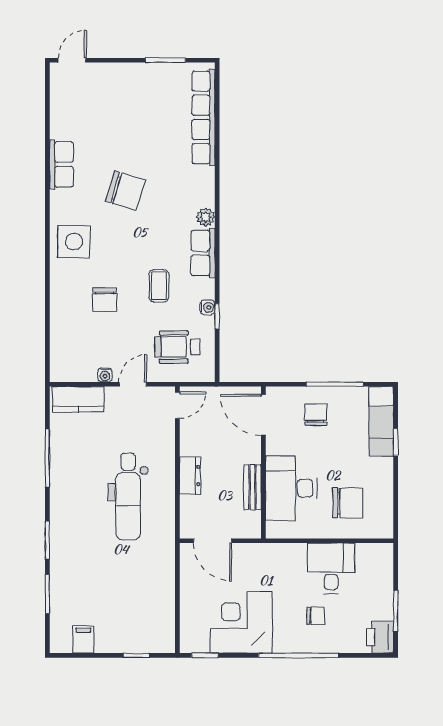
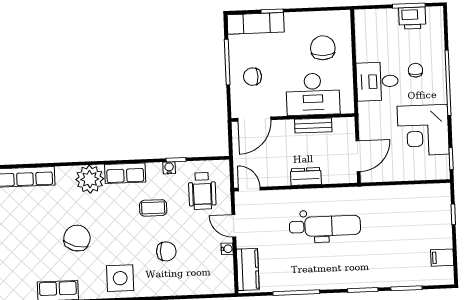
plant: (206, 217) -> (90, 179), width x1.87, depth x1.87
desk: (331, 568) -> (377, 81), moved
printer: (380, 637) -> (412, 18), moved

